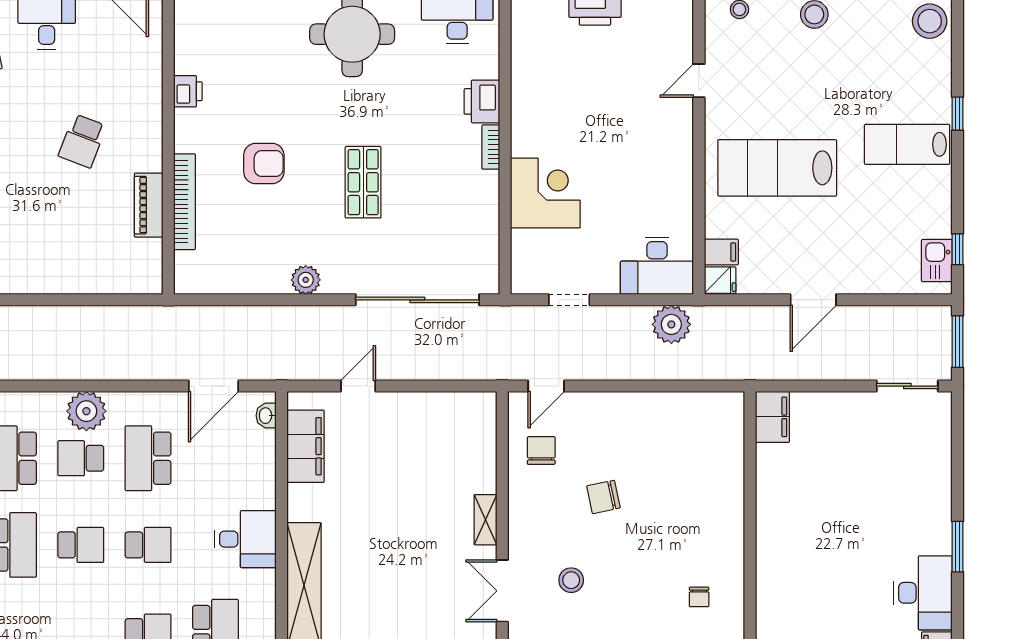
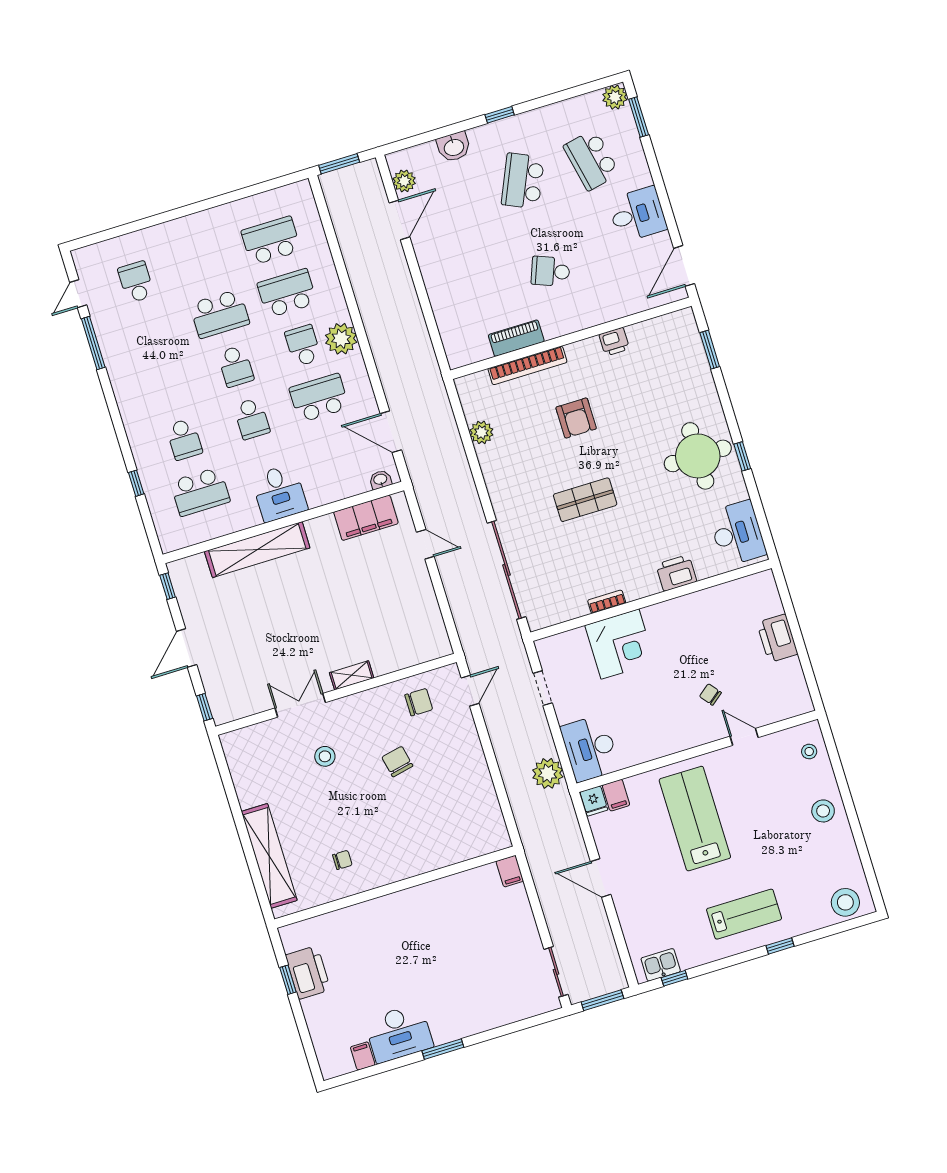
chair: (637, 105) -> (710, 694), added
lab bench: (907, 144) -> (744, 914), turned 90
bookcase: (491, 147) -> (607, 602), moved
plant: (306, 280) -> (481, 432), moved
door: (546, 386) -> (470, 691), swing flipped
filing cabinet: (772, 417) -> (510, 871), width x0.50
chair: (699, 597) -> (342, 860), turned 180

